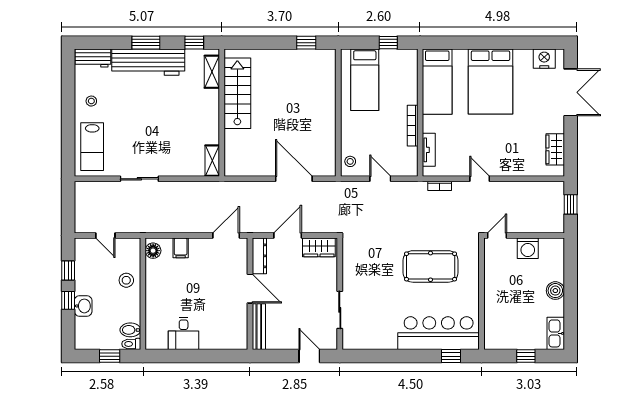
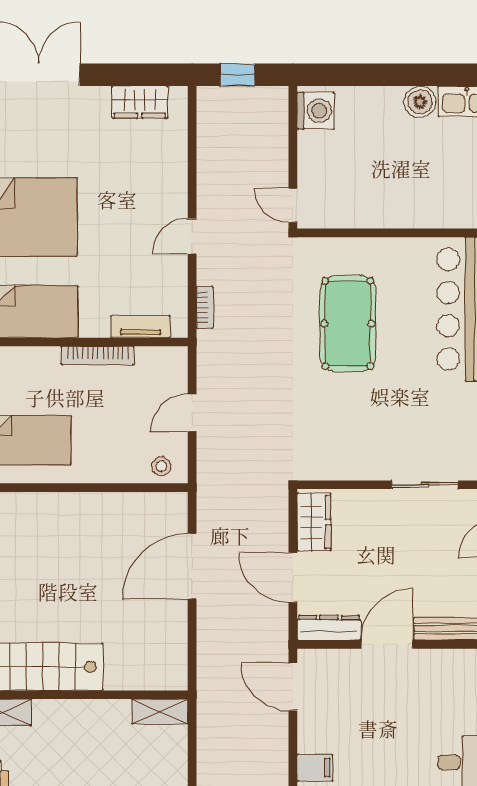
washing machine: (528, 248) -> (316, 111), moved
boiler: (555, 291) -> (420, 102), moved

